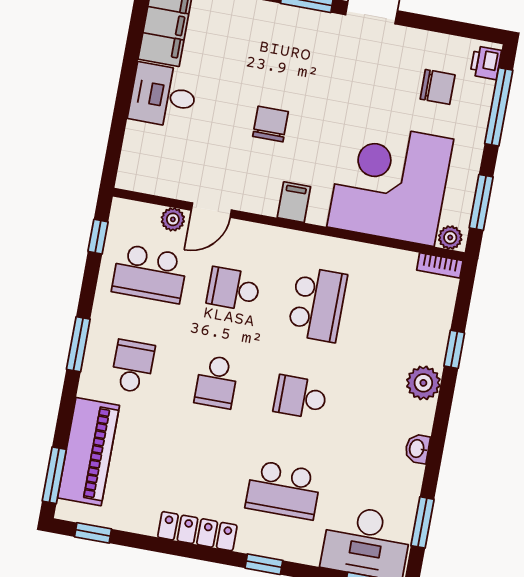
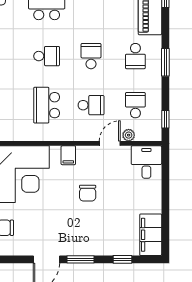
desk: (163, 96) -> (146, 162), moved, turned -90
school desk: (150, 274) -> (135, 105), width x0.54

